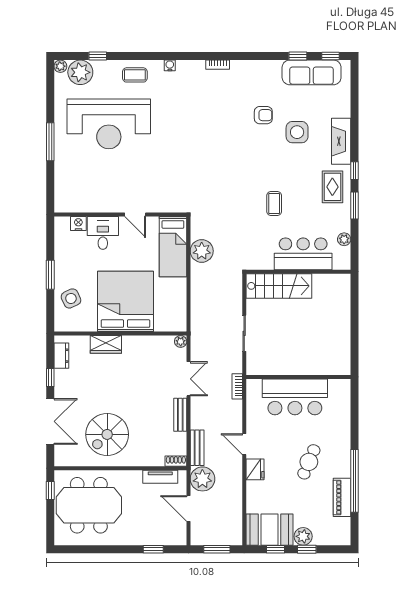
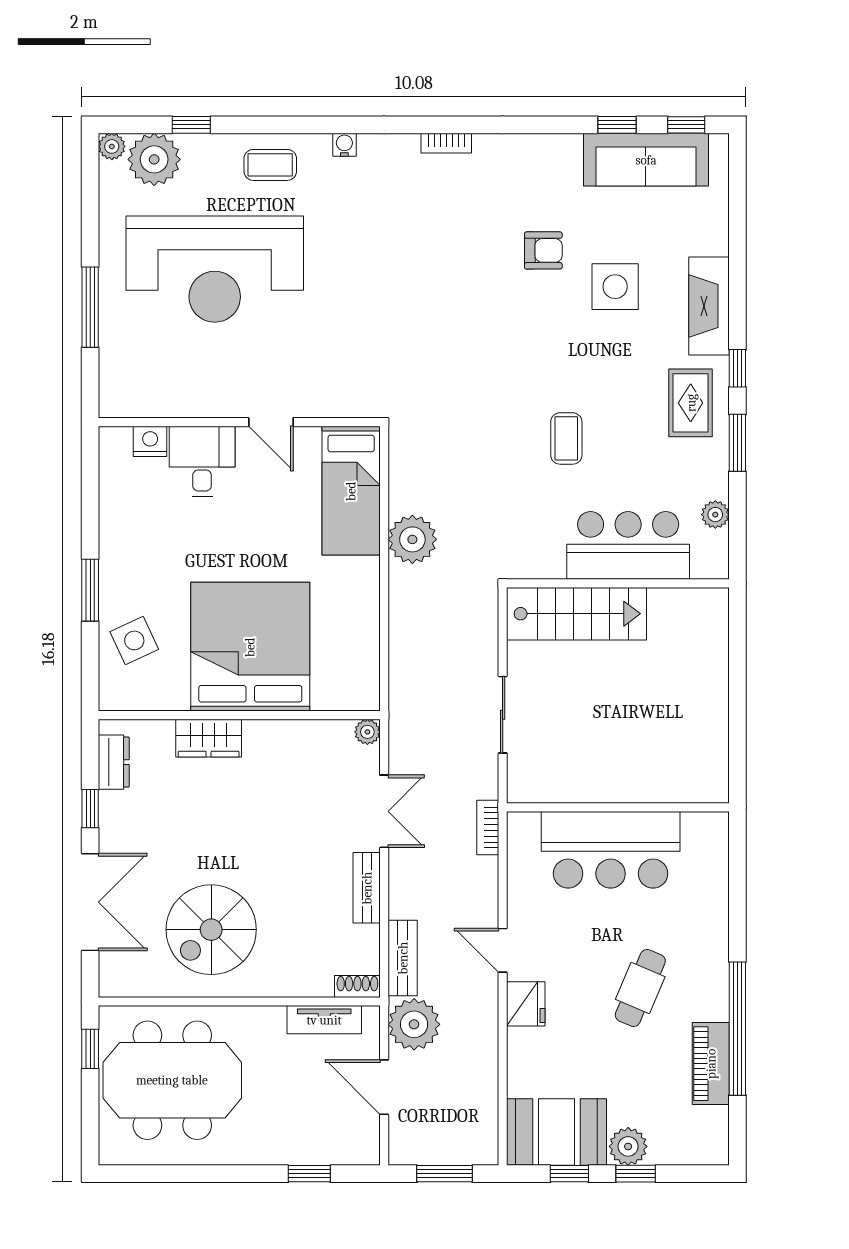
wall: (120, 214) -> (239, 422), moved
door: (135, 214) -> (271, 422), moved
nightstand: (78, 223) -> (150, 441), moved
desk: (103, 233) -> (202, 461), moved
bed: (173, 247) -> (351, 491), moved

